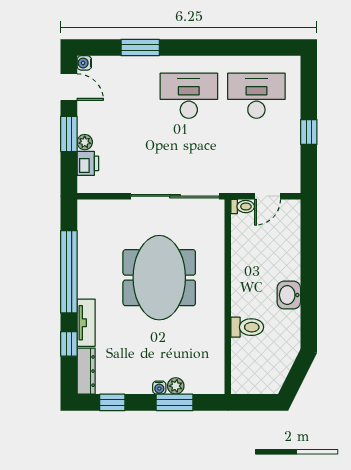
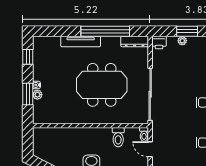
printer: (88, 163) -> (159, 43), moved
tv unit: (86, 323) -> (81, 41), width x1.41
toilet: (247, 327) -> (118, 137), moved
window: (69, 344) -> (62, 31), removed
dresser: (86, 371) -> (135, 41), moved

